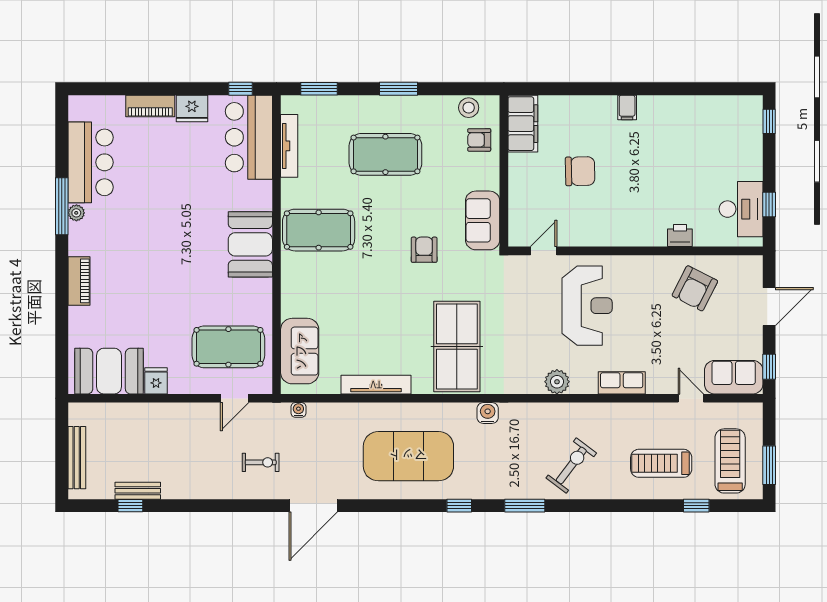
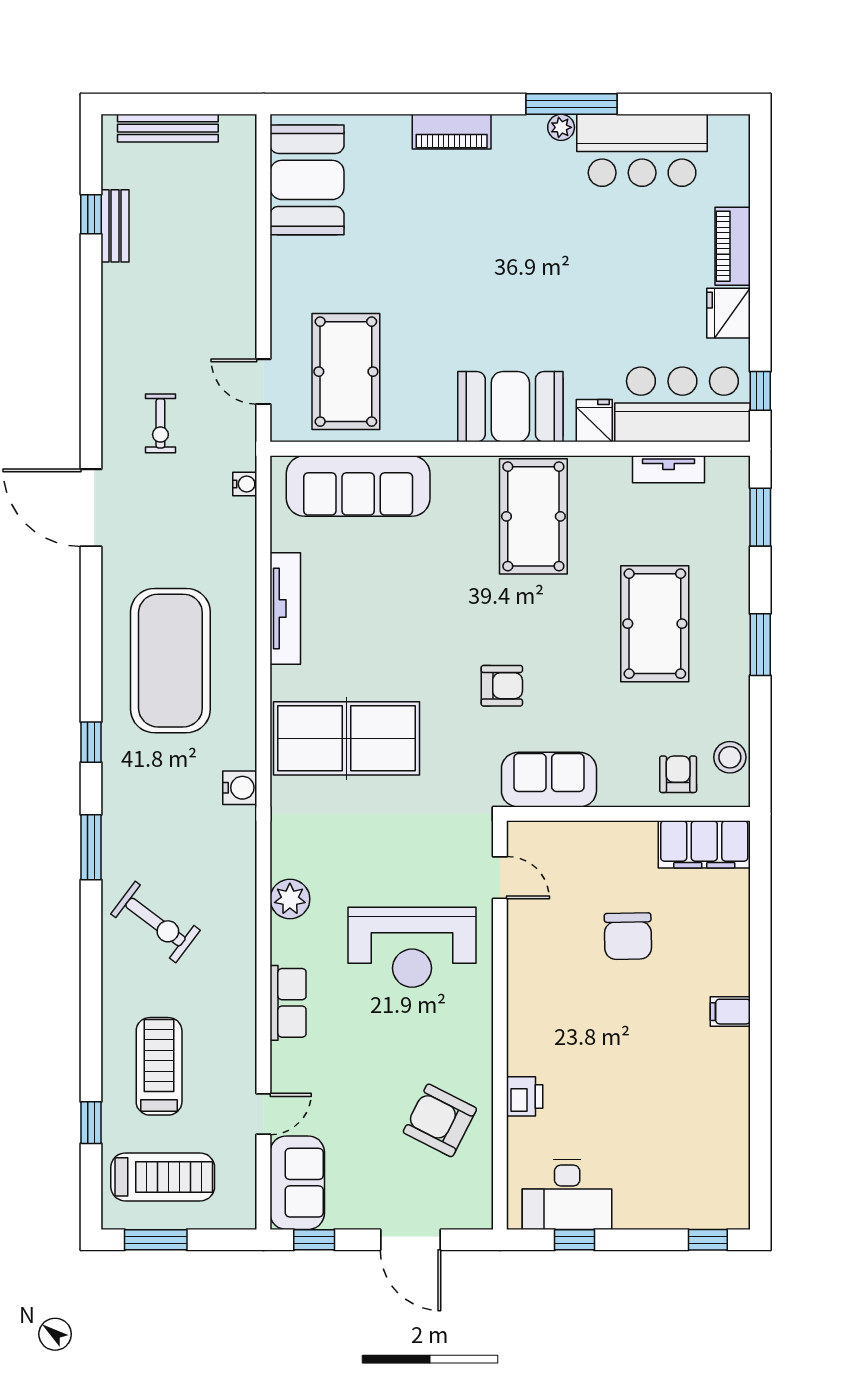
tv unit: (289, 146) -> (668, 469), width x0.71
sofa: (300, 351) -> (358, 486), width x1.36
fridge: (156, 381) -> (594, 421), moved, turned -90

